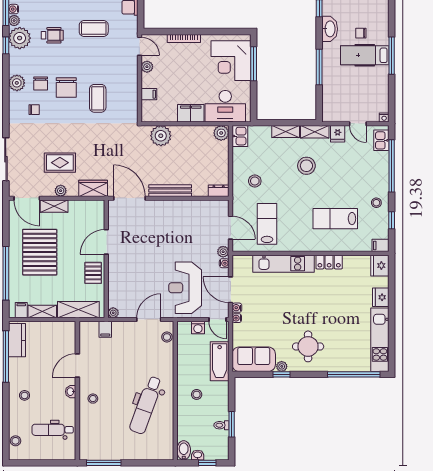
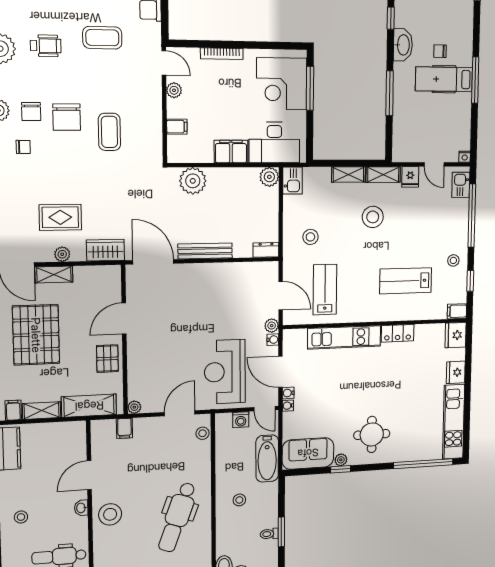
stool: (93, 399) -> (110, 514), width x1.89, depth x1.89

